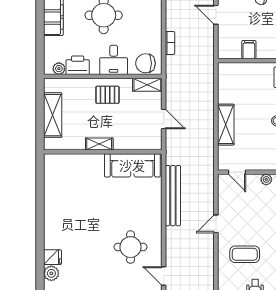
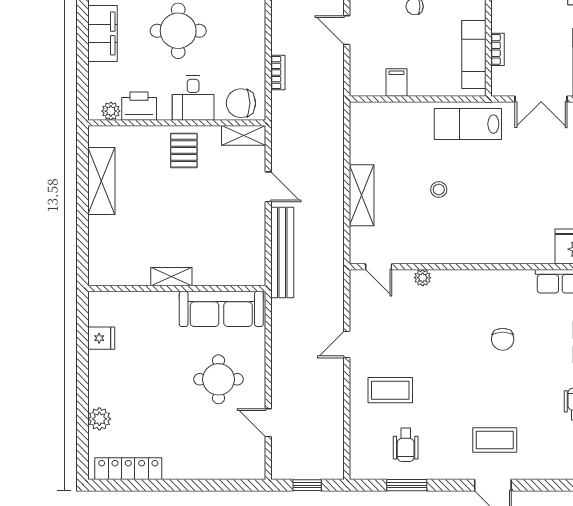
pallet: (107, 95) -> (184, 150), turned 90
shelving: (99, 144) -> (171, 277), moved
wall: (103, 152) -> (177, 288), moved
sofa: (132, 165) -> (221, 309), moved
bench: (173, 196) -> (282, 253), moved
fridge: (53, 257) -> (101, 338), moved

